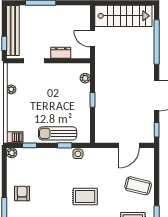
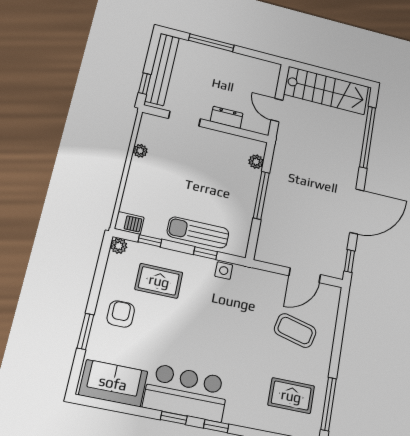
window: (93, 100) -> (261, 195), width x2.17
coffee table: (138, 186) -> (295, 331), moved
rug: (85, 196) -> (159, 281), moved

